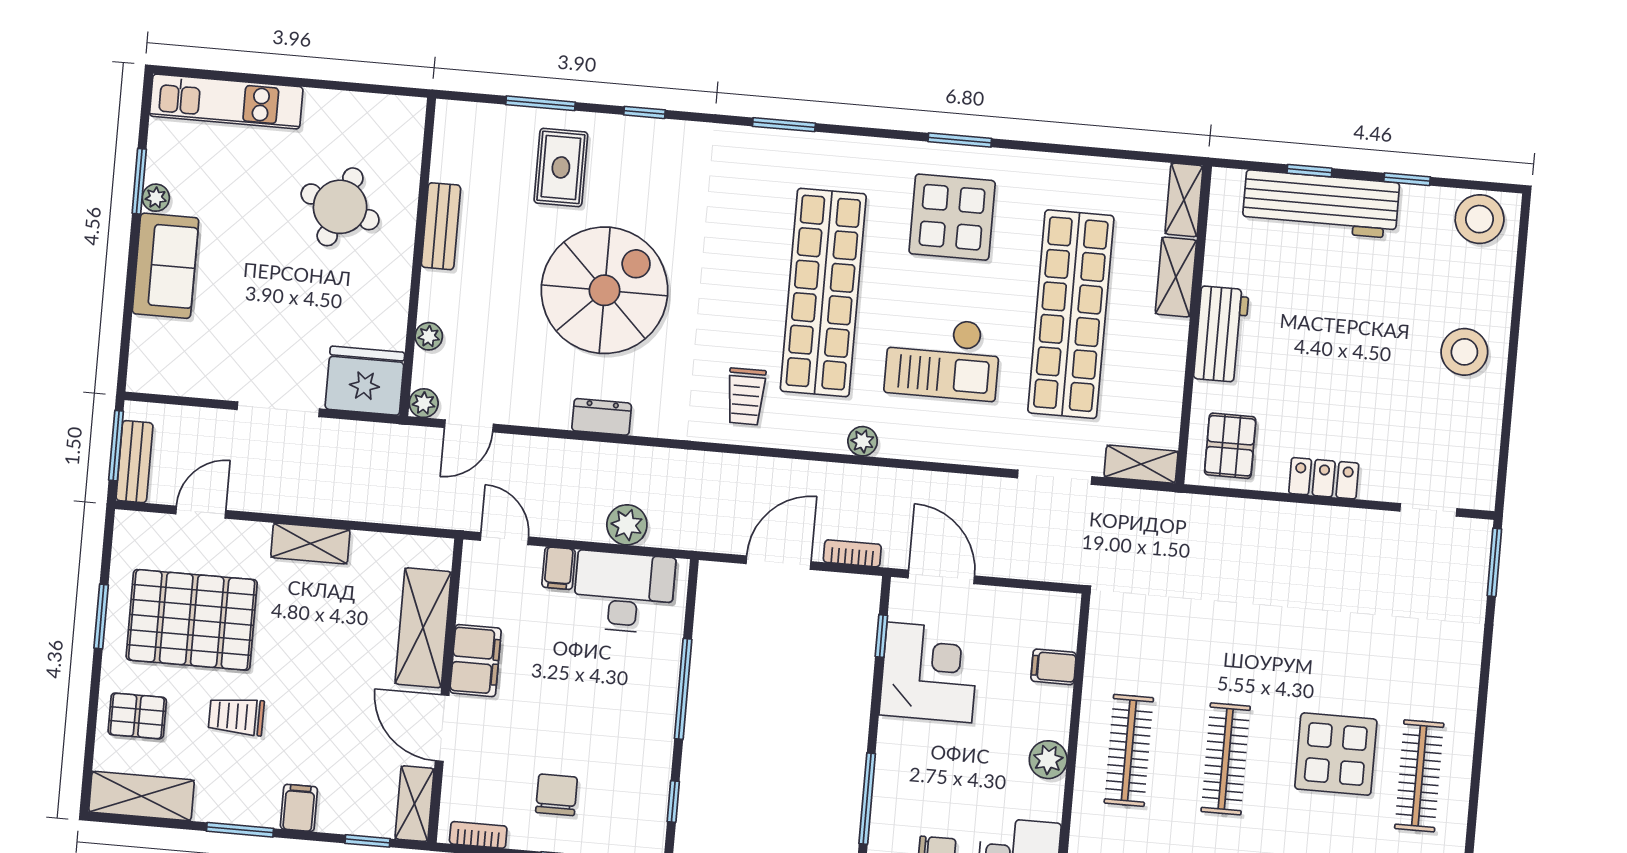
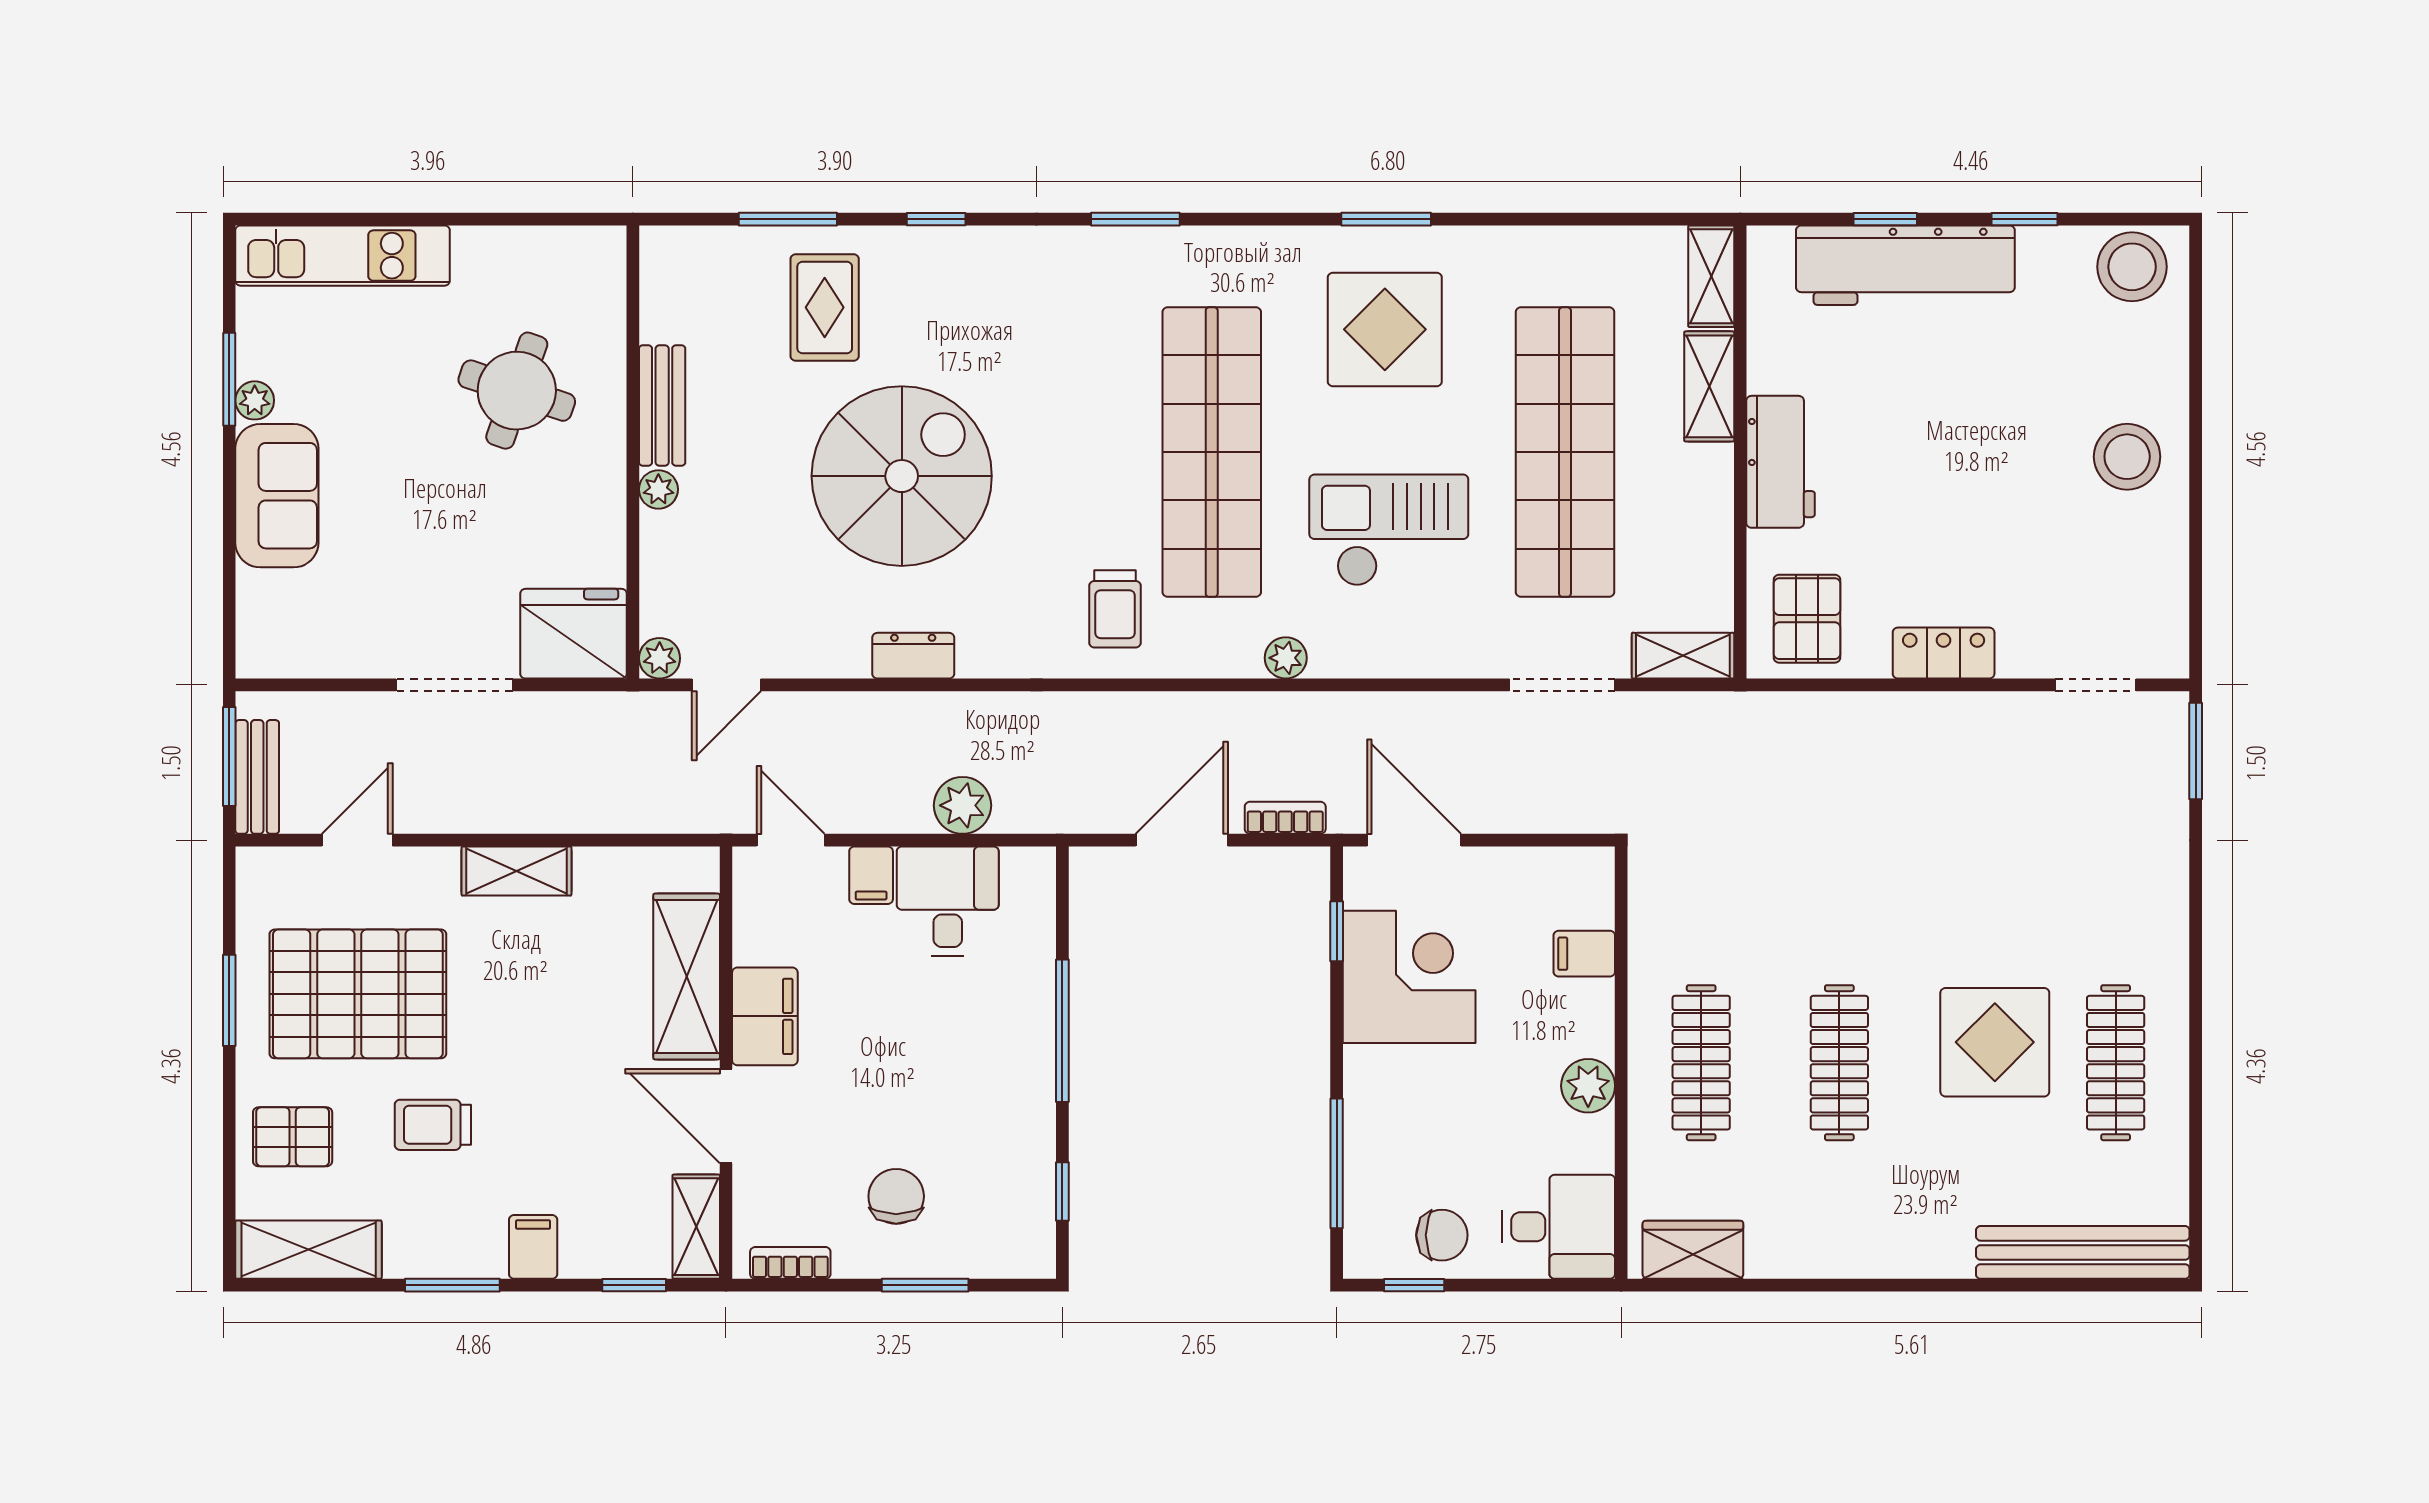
plant: (429, 336) -> (658, 489), moved
checkout: (943, 358) -> (1389, 530), turned 180
desk: (624, 592) -> (948, 901), width x0.73

